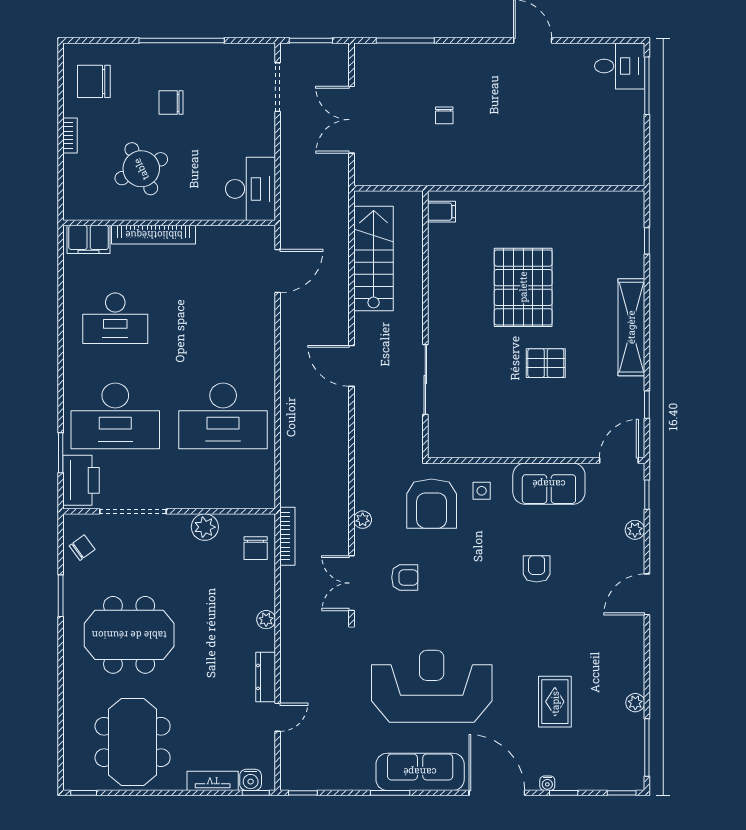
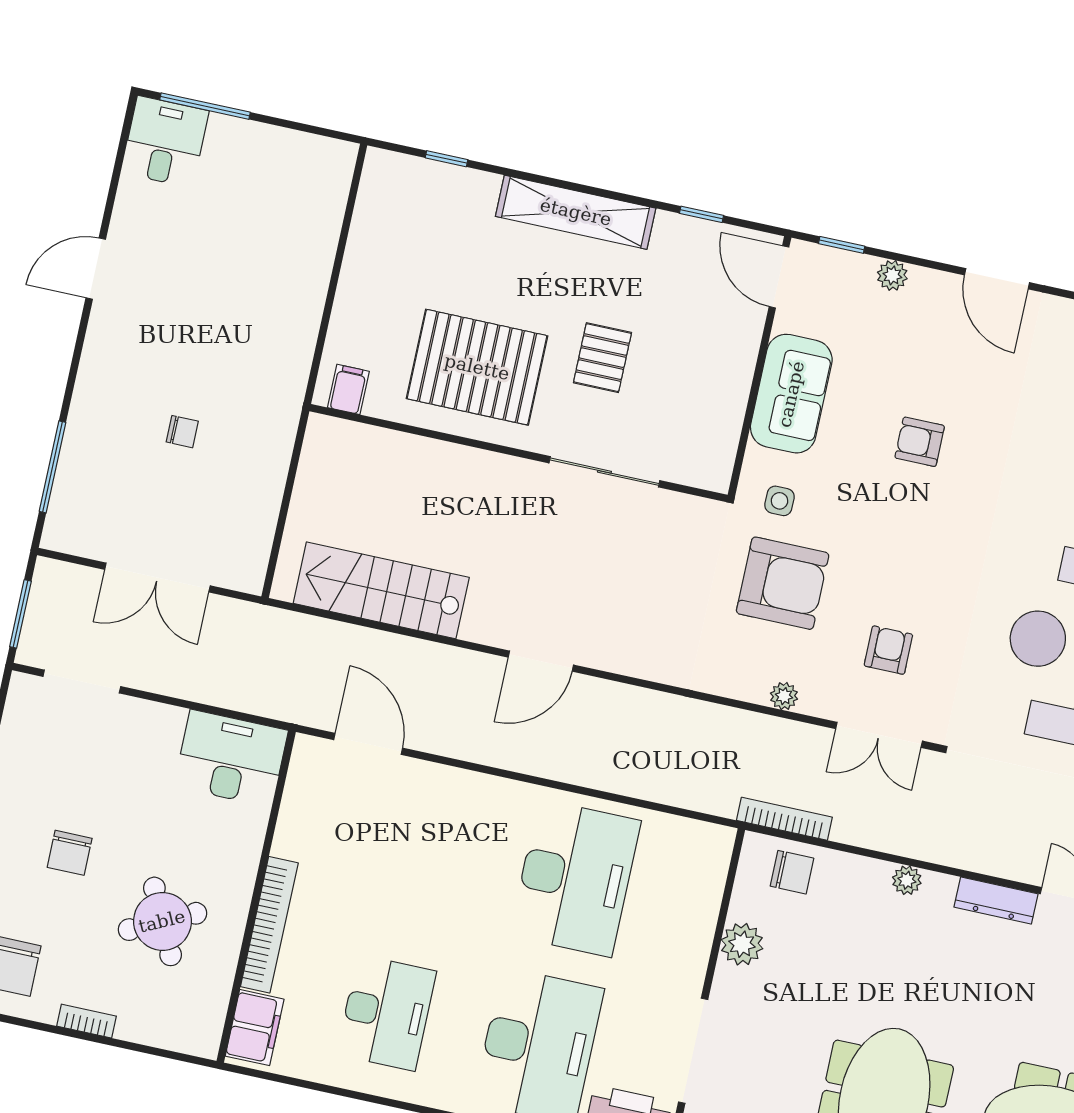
filing cabinet: (442, 212) -> (348, 389), moved
wall: (425, 324) -> (519, 453), moved
sliding door: (425, 380) -> (604, 472), moved

